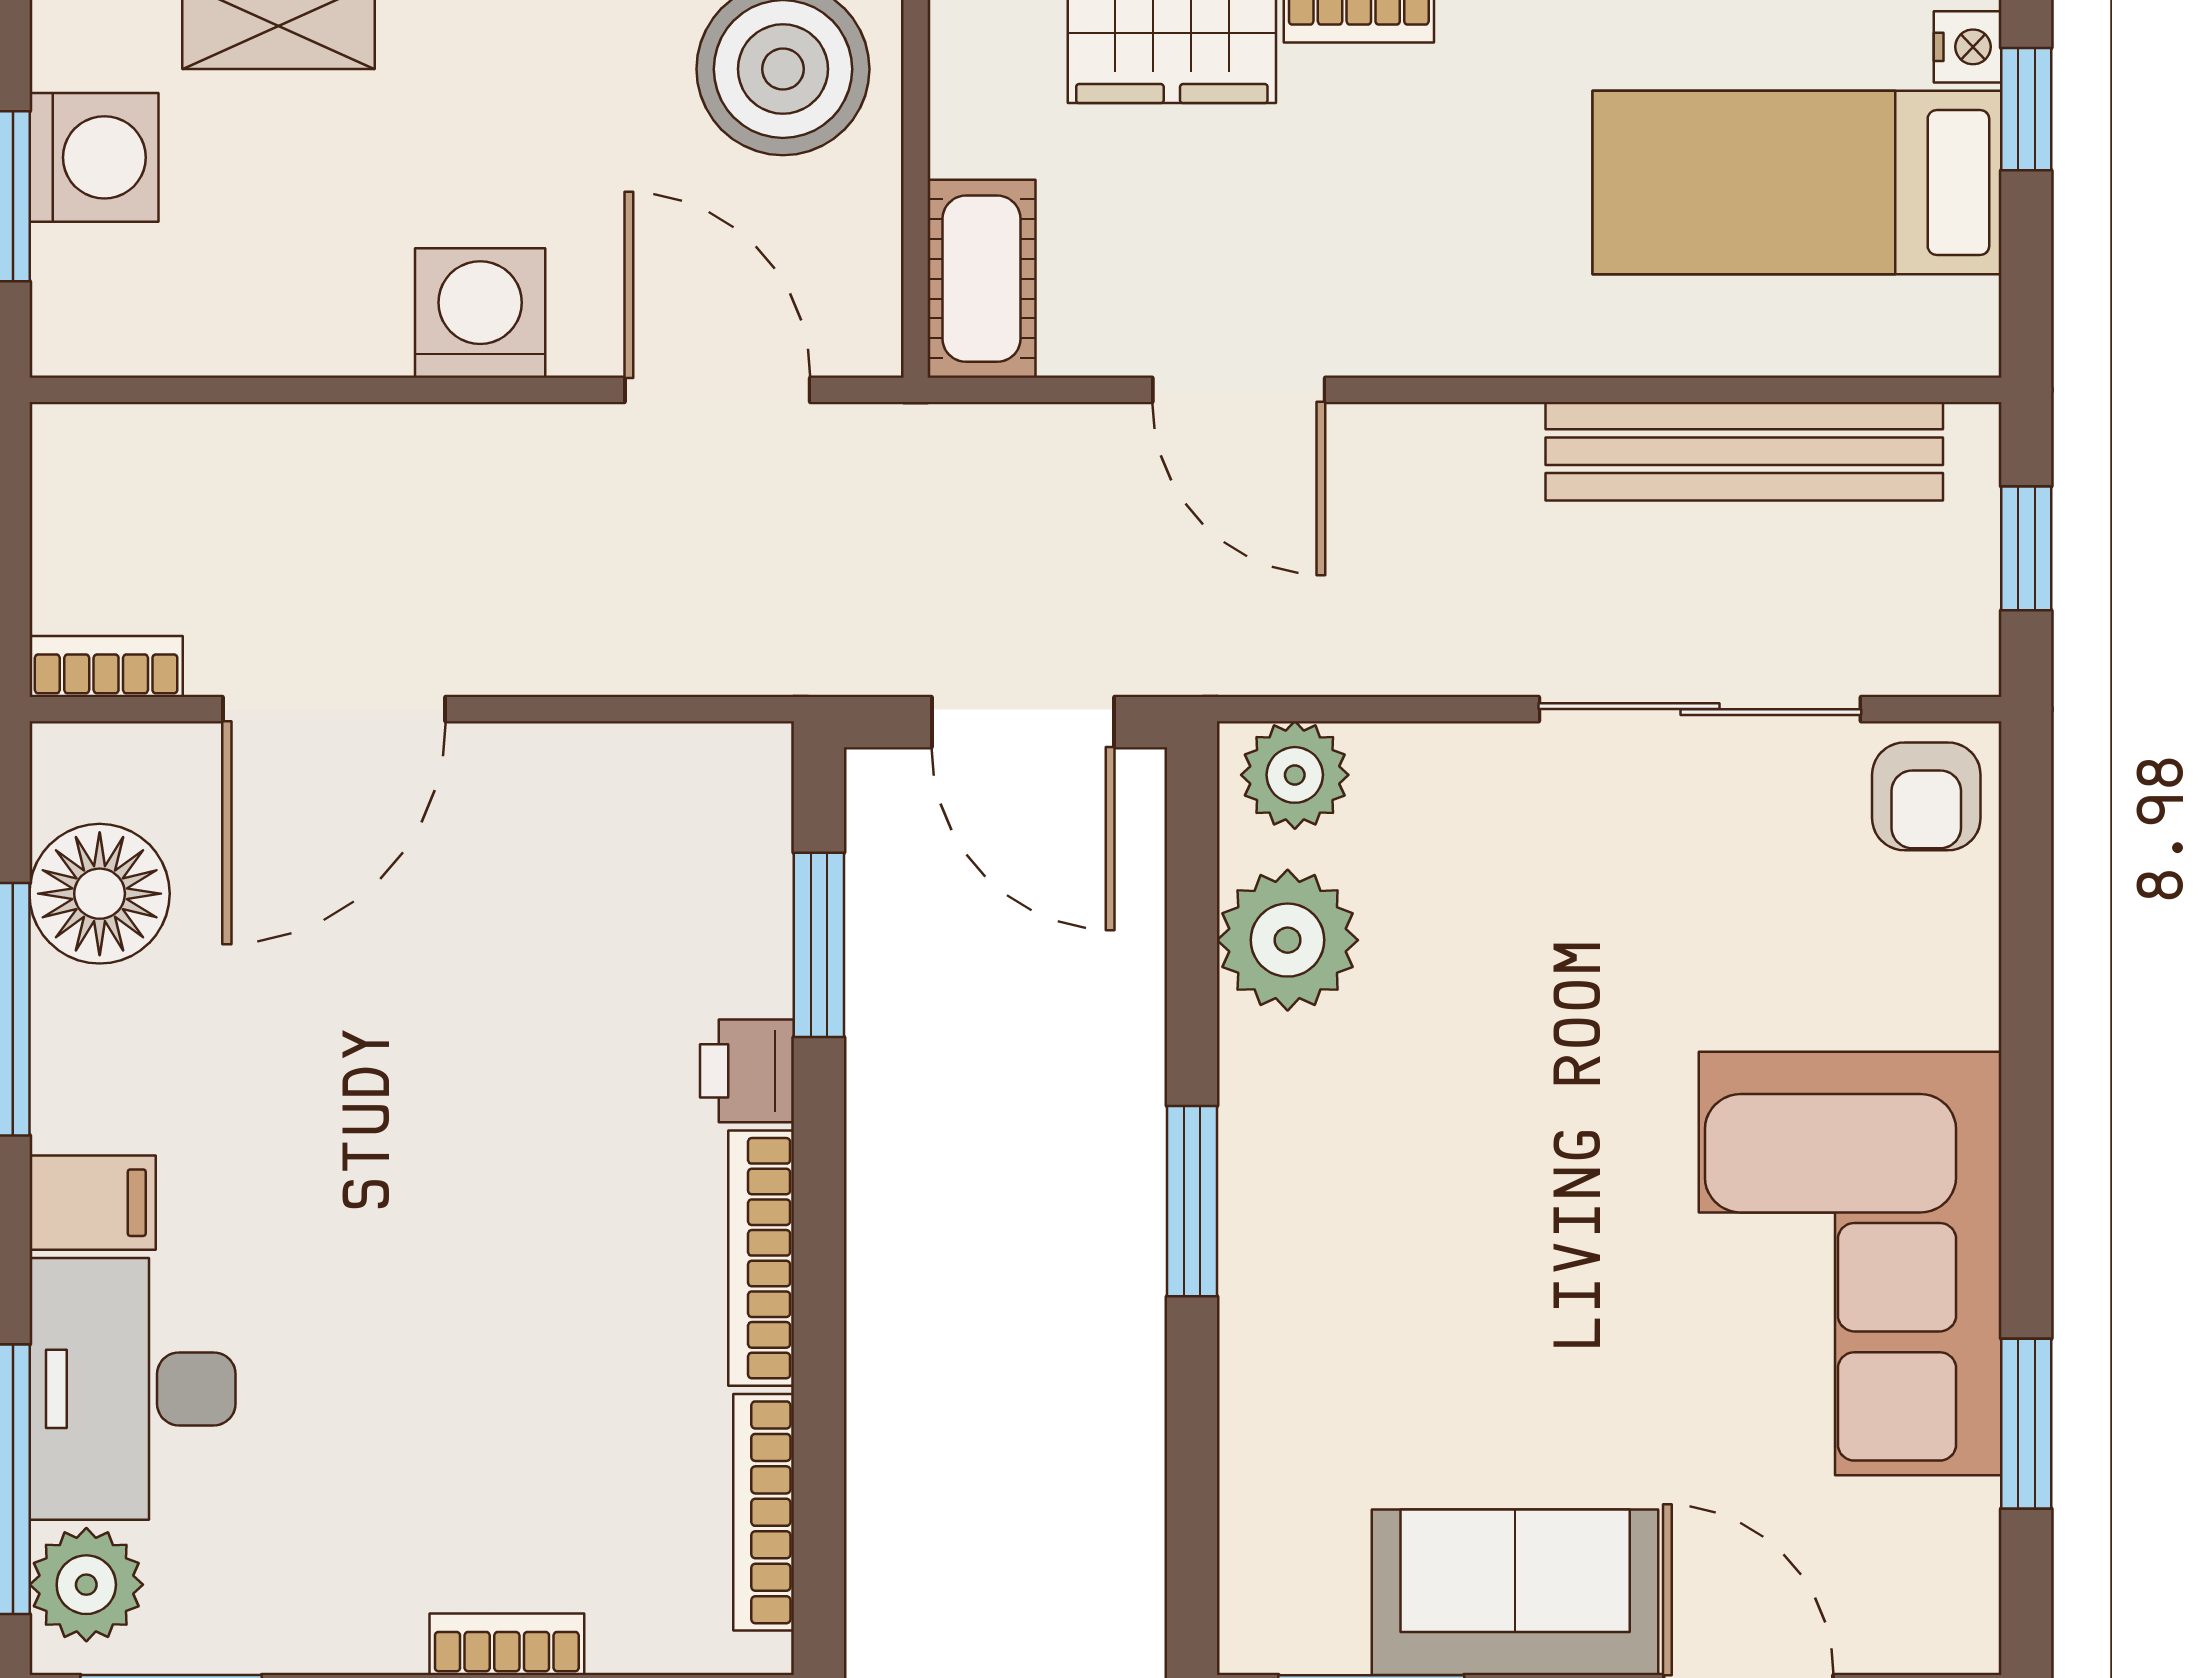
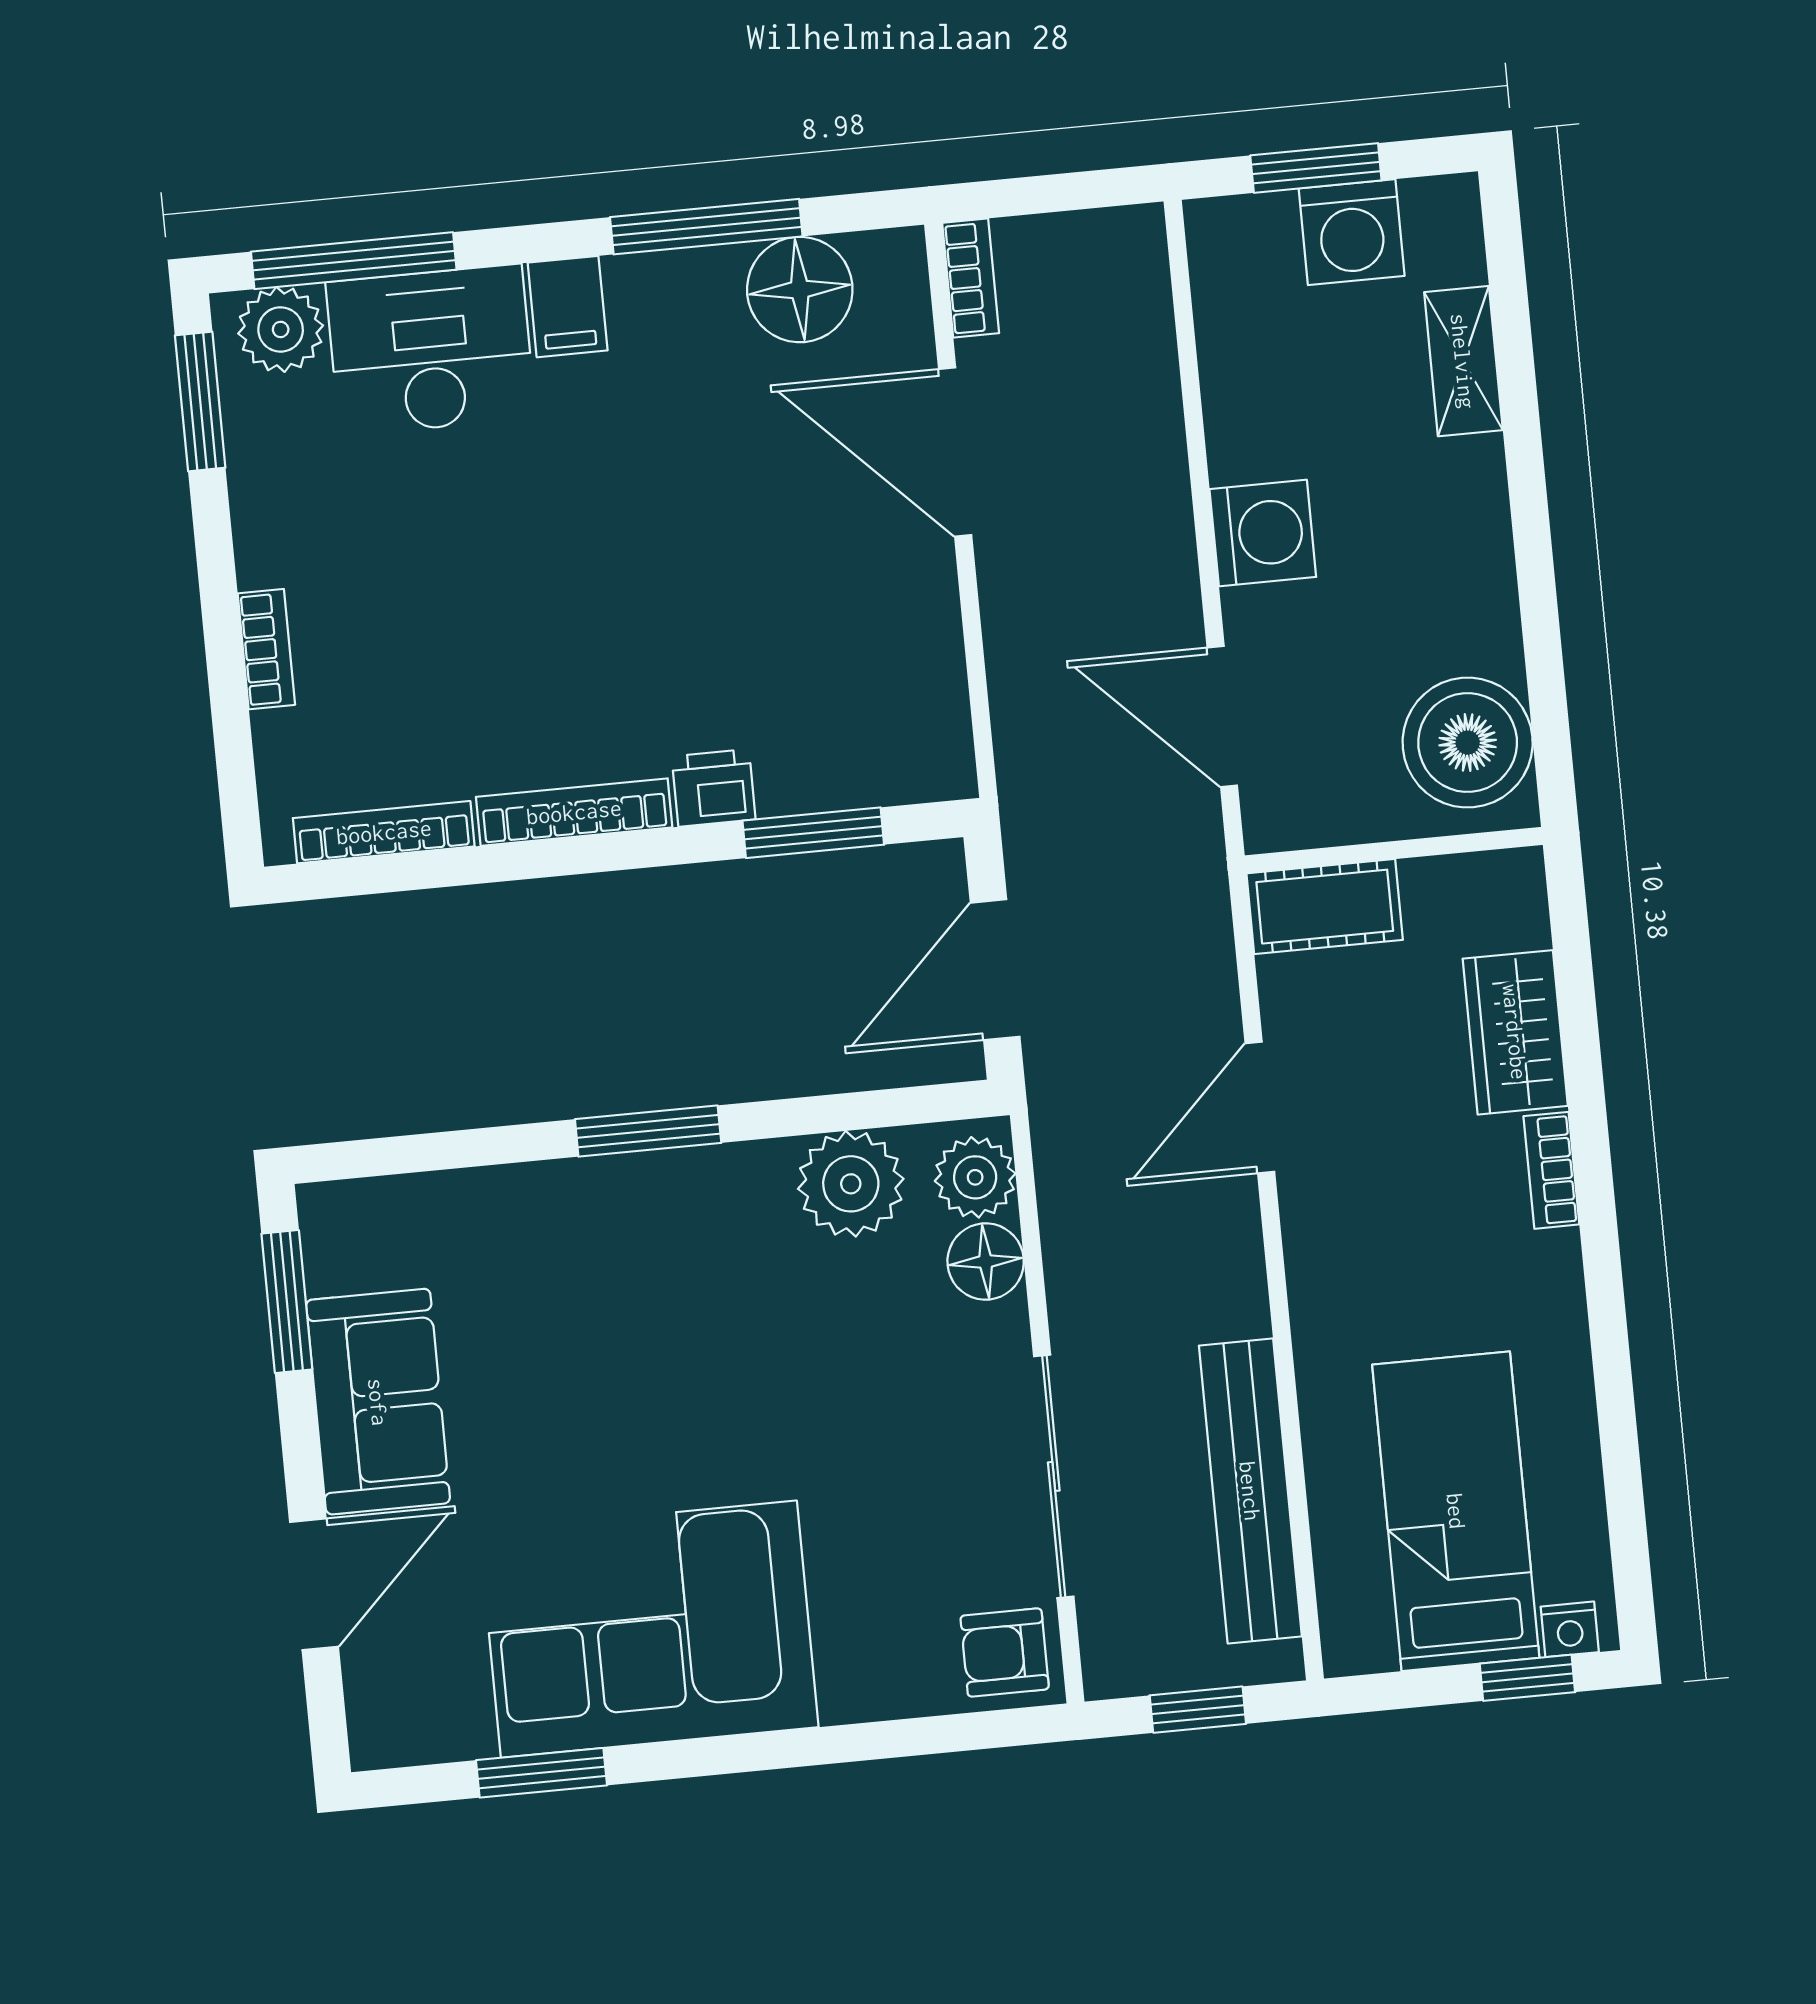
door: (717, 390) -> (1222, 716), swing flipped
floor lamp: (1407, 772) -> (986, 1262), added

